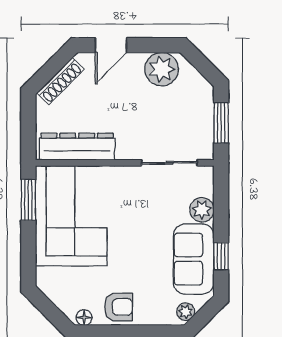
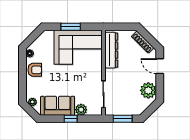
window: (28, 200) -> (71, 27), moved
window: (221, 256) -> (71, 119), moved
armchair: (119, 307) -> (35, 70), turned -90

